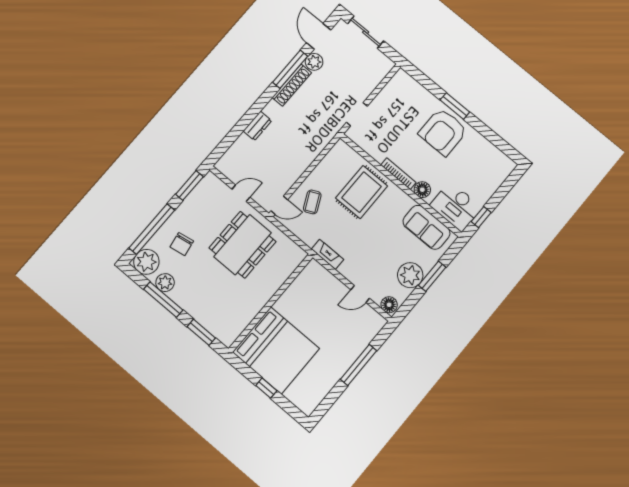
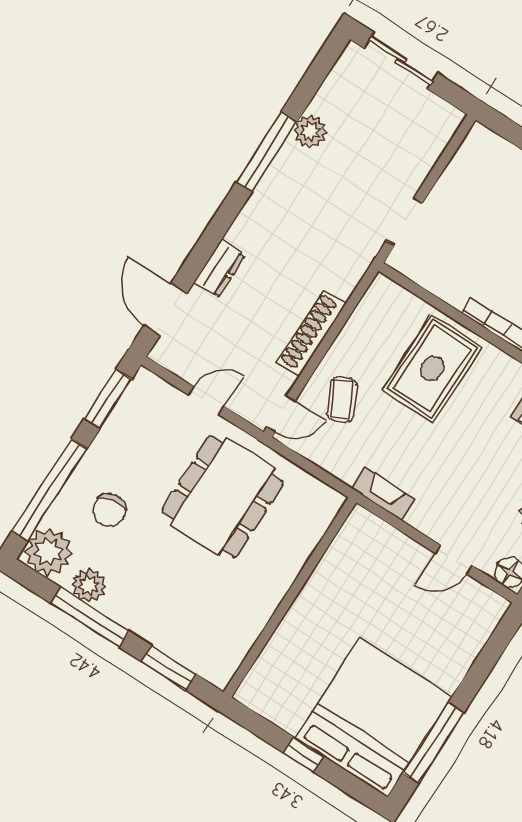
door: (319, 36) -> (165, 309), moved
shoe rack: (292, 85) -> (312, 333), moved, turned 180
bed: (276, 350) -> (374, 718), moved, turned -90
window: (359, 365) -> (433, 743), moved

